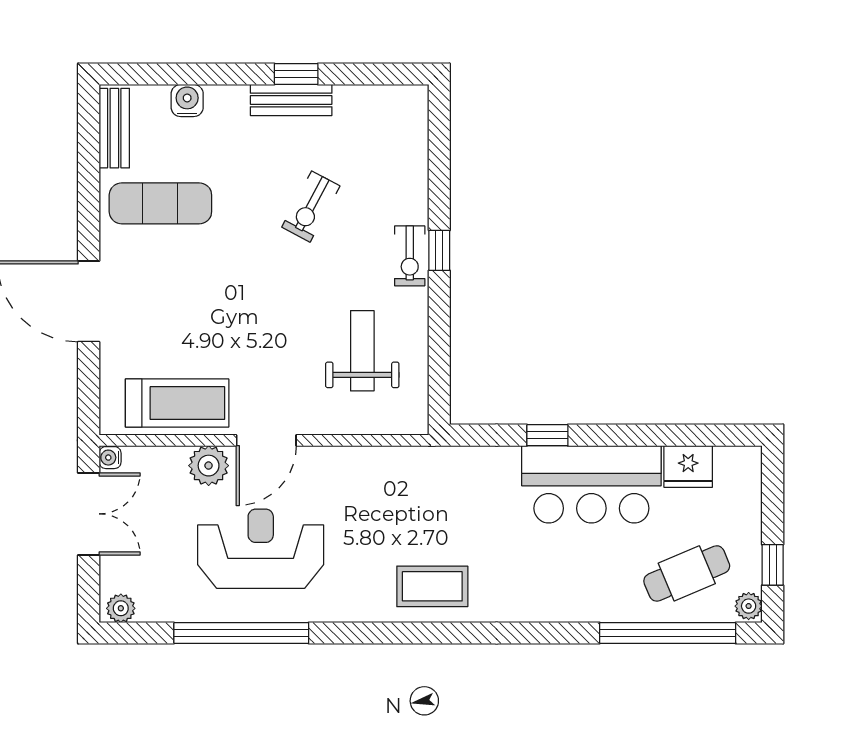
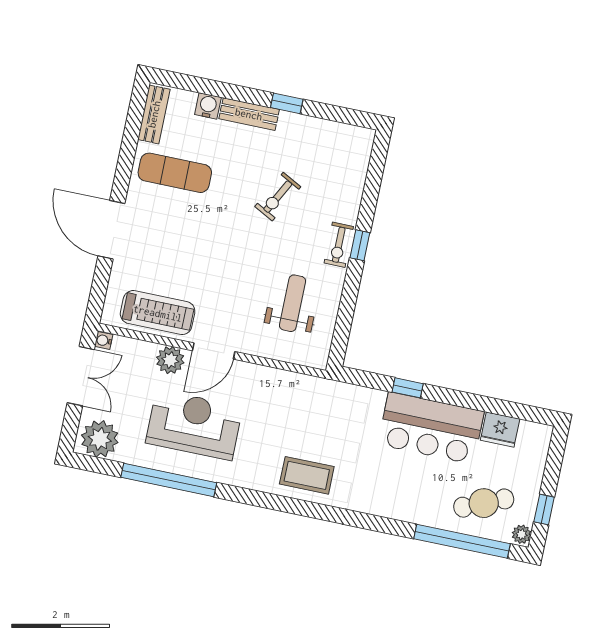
bench: (291, 100) -> (249, 114), moved
plant: (121, 608) -> (100, 439), width x1.87, depth x1.87

